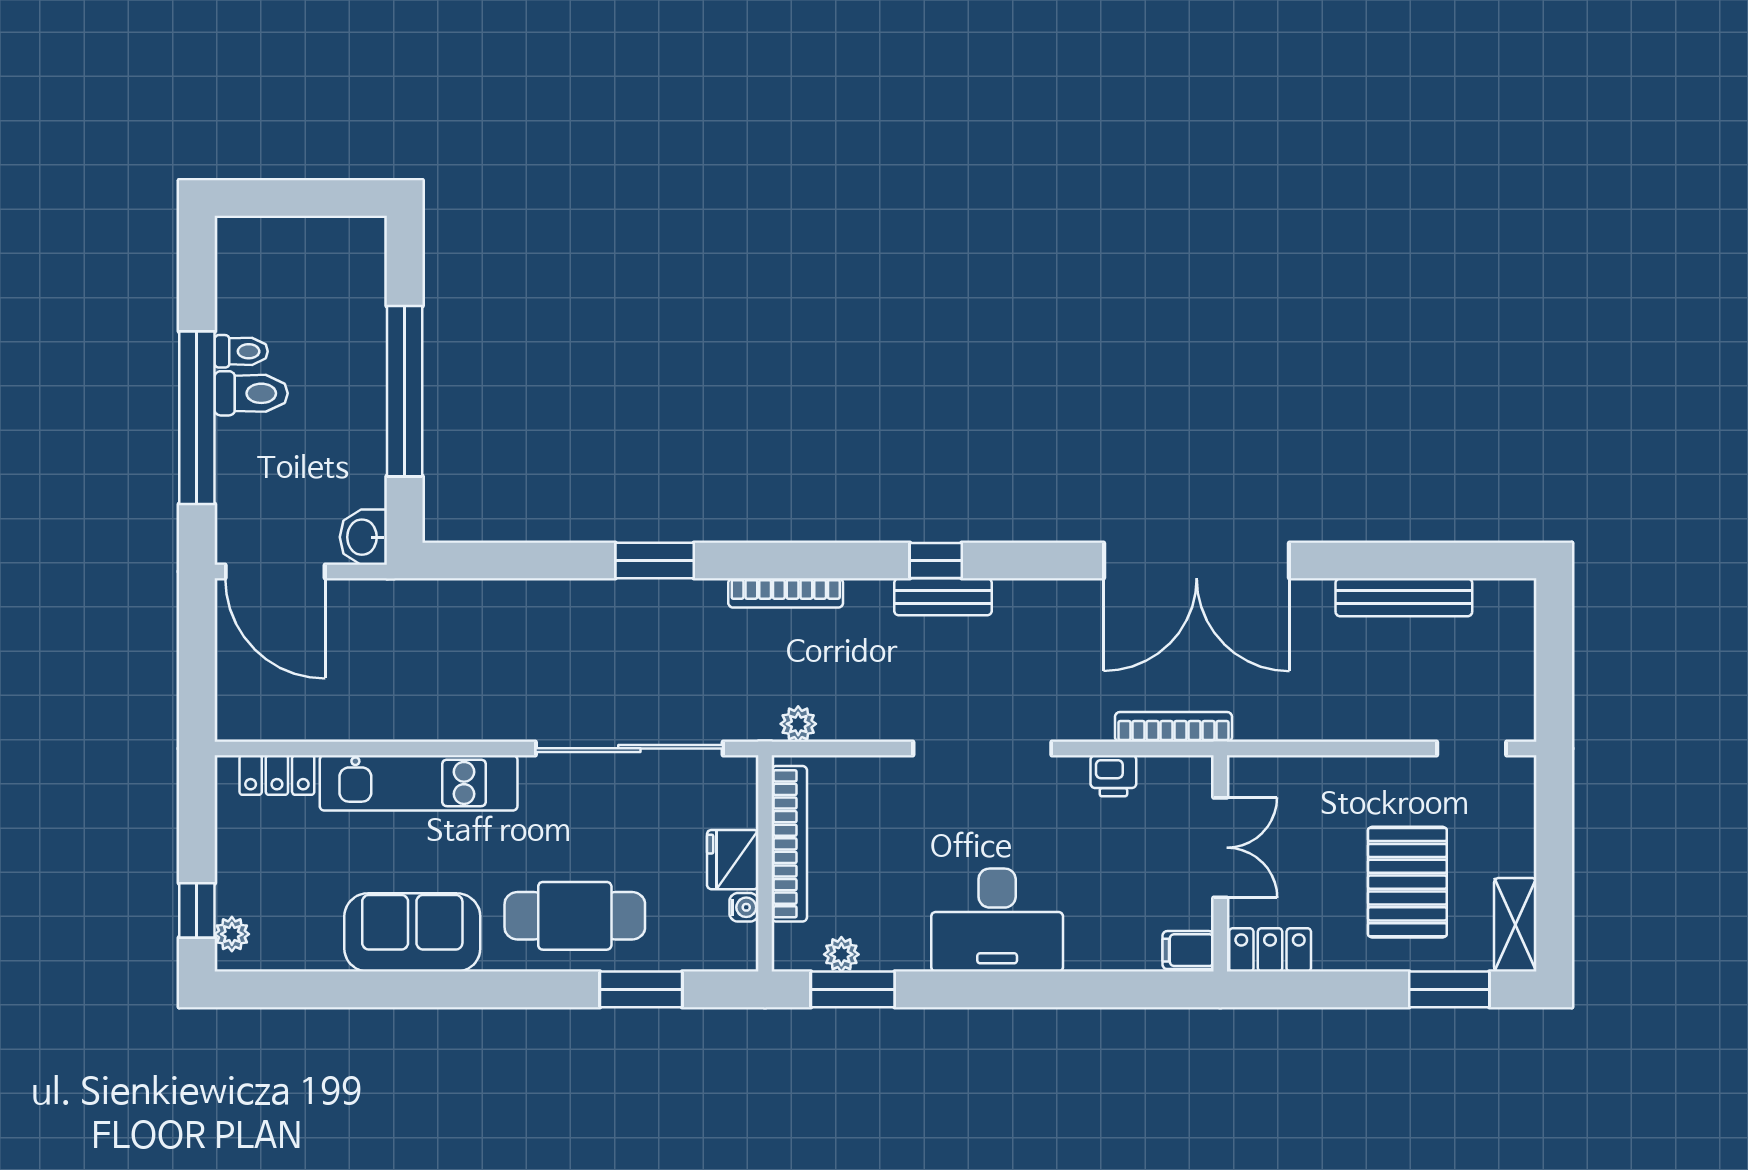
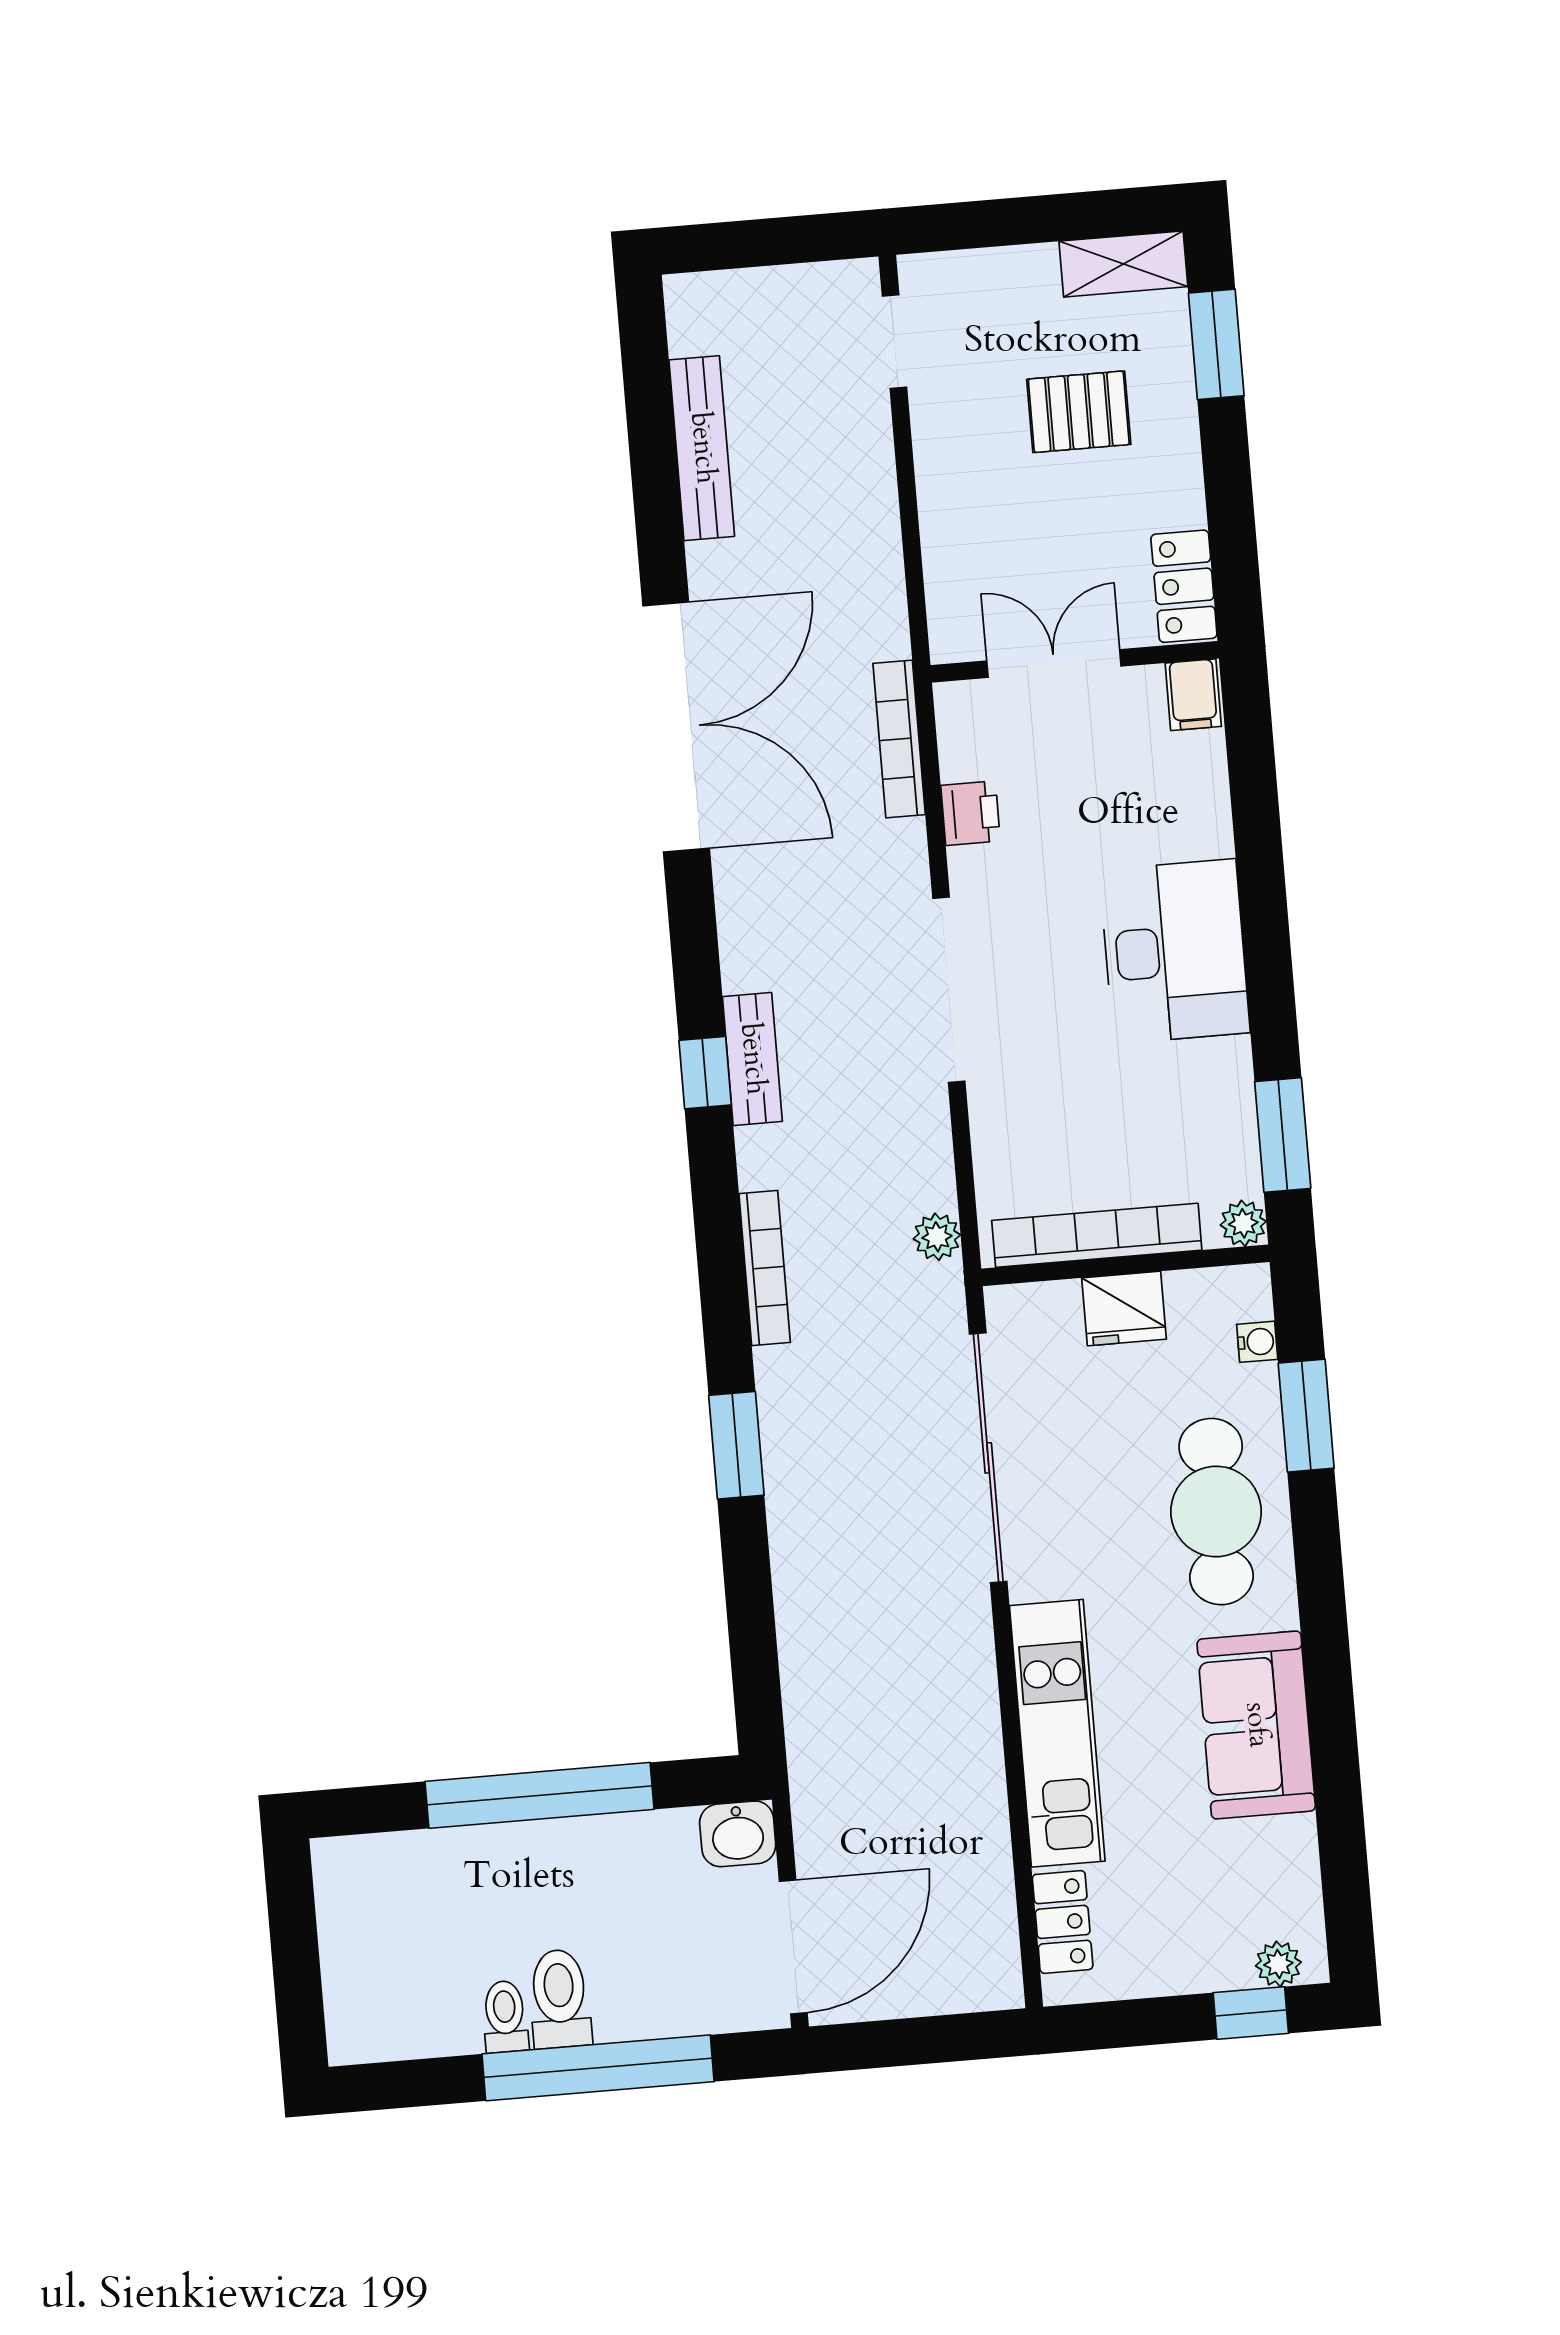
pallet: (1407, 882) -> (1079, 412), width x0.67, depth x0.71
water cooler: (744, 907) -> (1257, 1342), moved, turned 90
plant: (841, 954) -> (1243, 1223), moved

